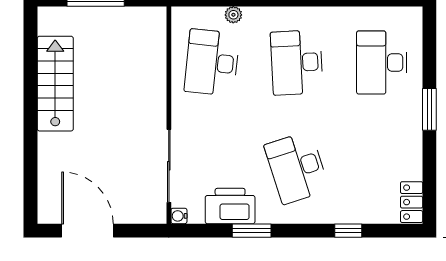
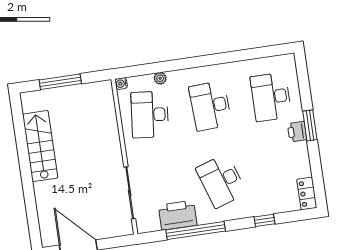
printer: (411, 115) -> (297, 132), added
water cooler: (179, 216) -> (121, 84), moved
window: (252, 231) -> (196, 230), width x2.11

